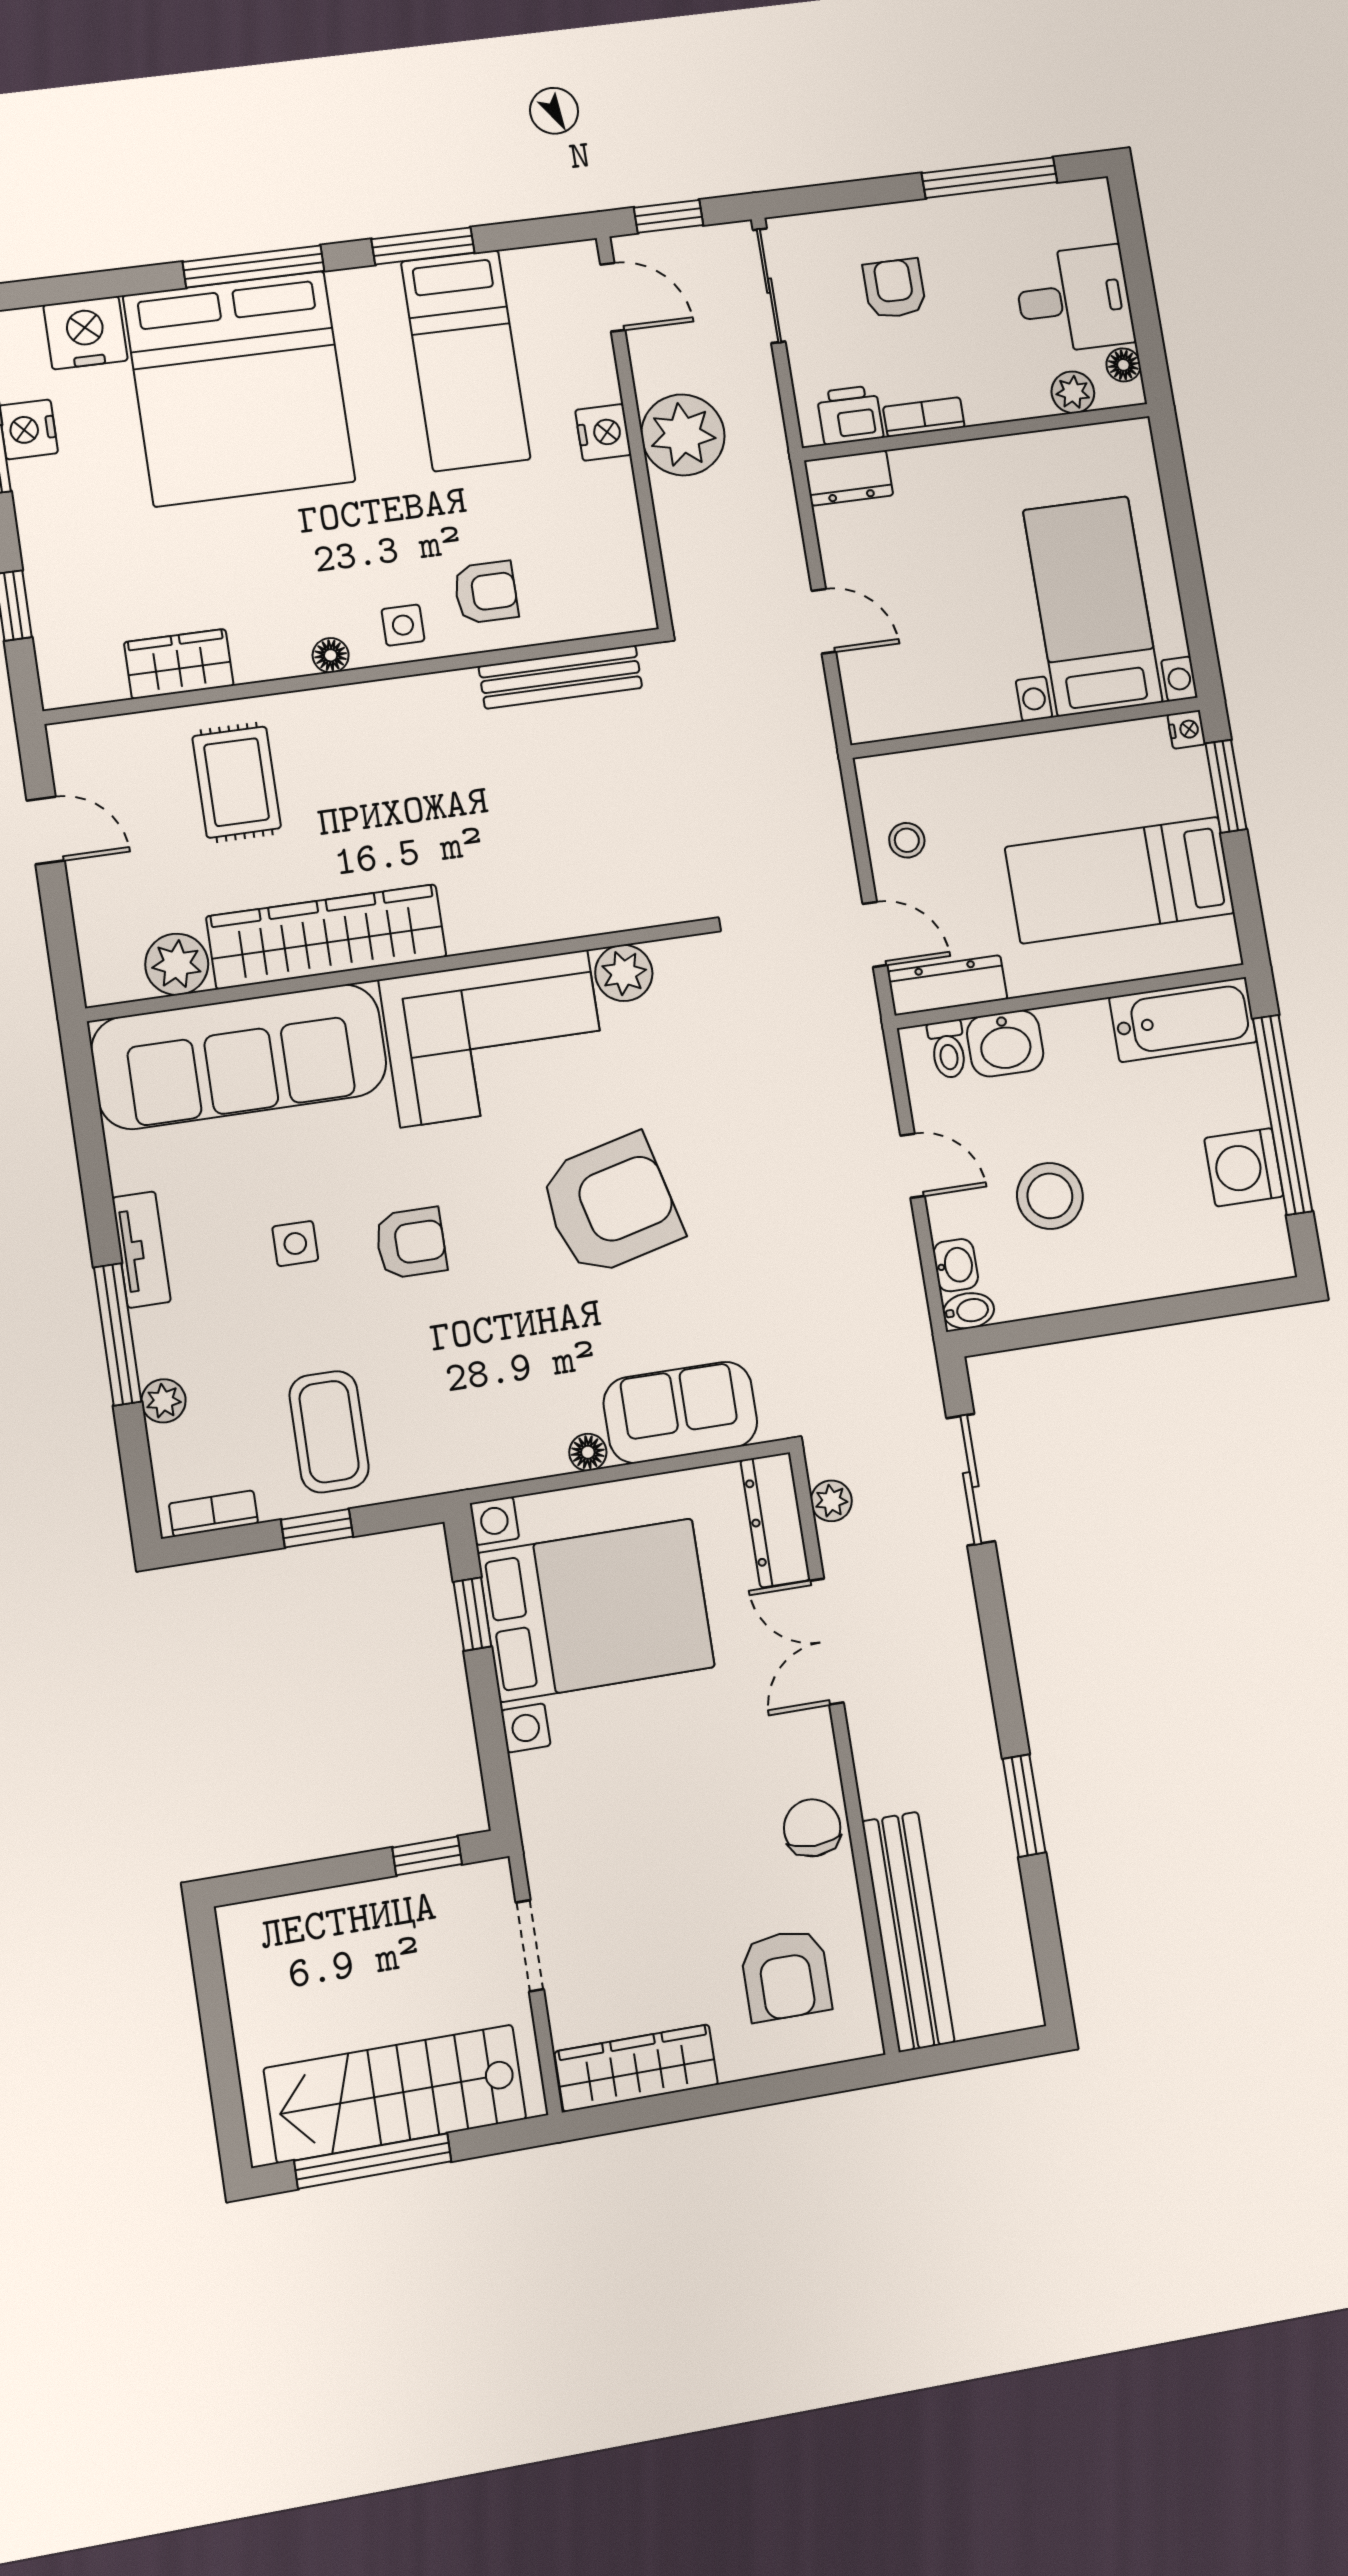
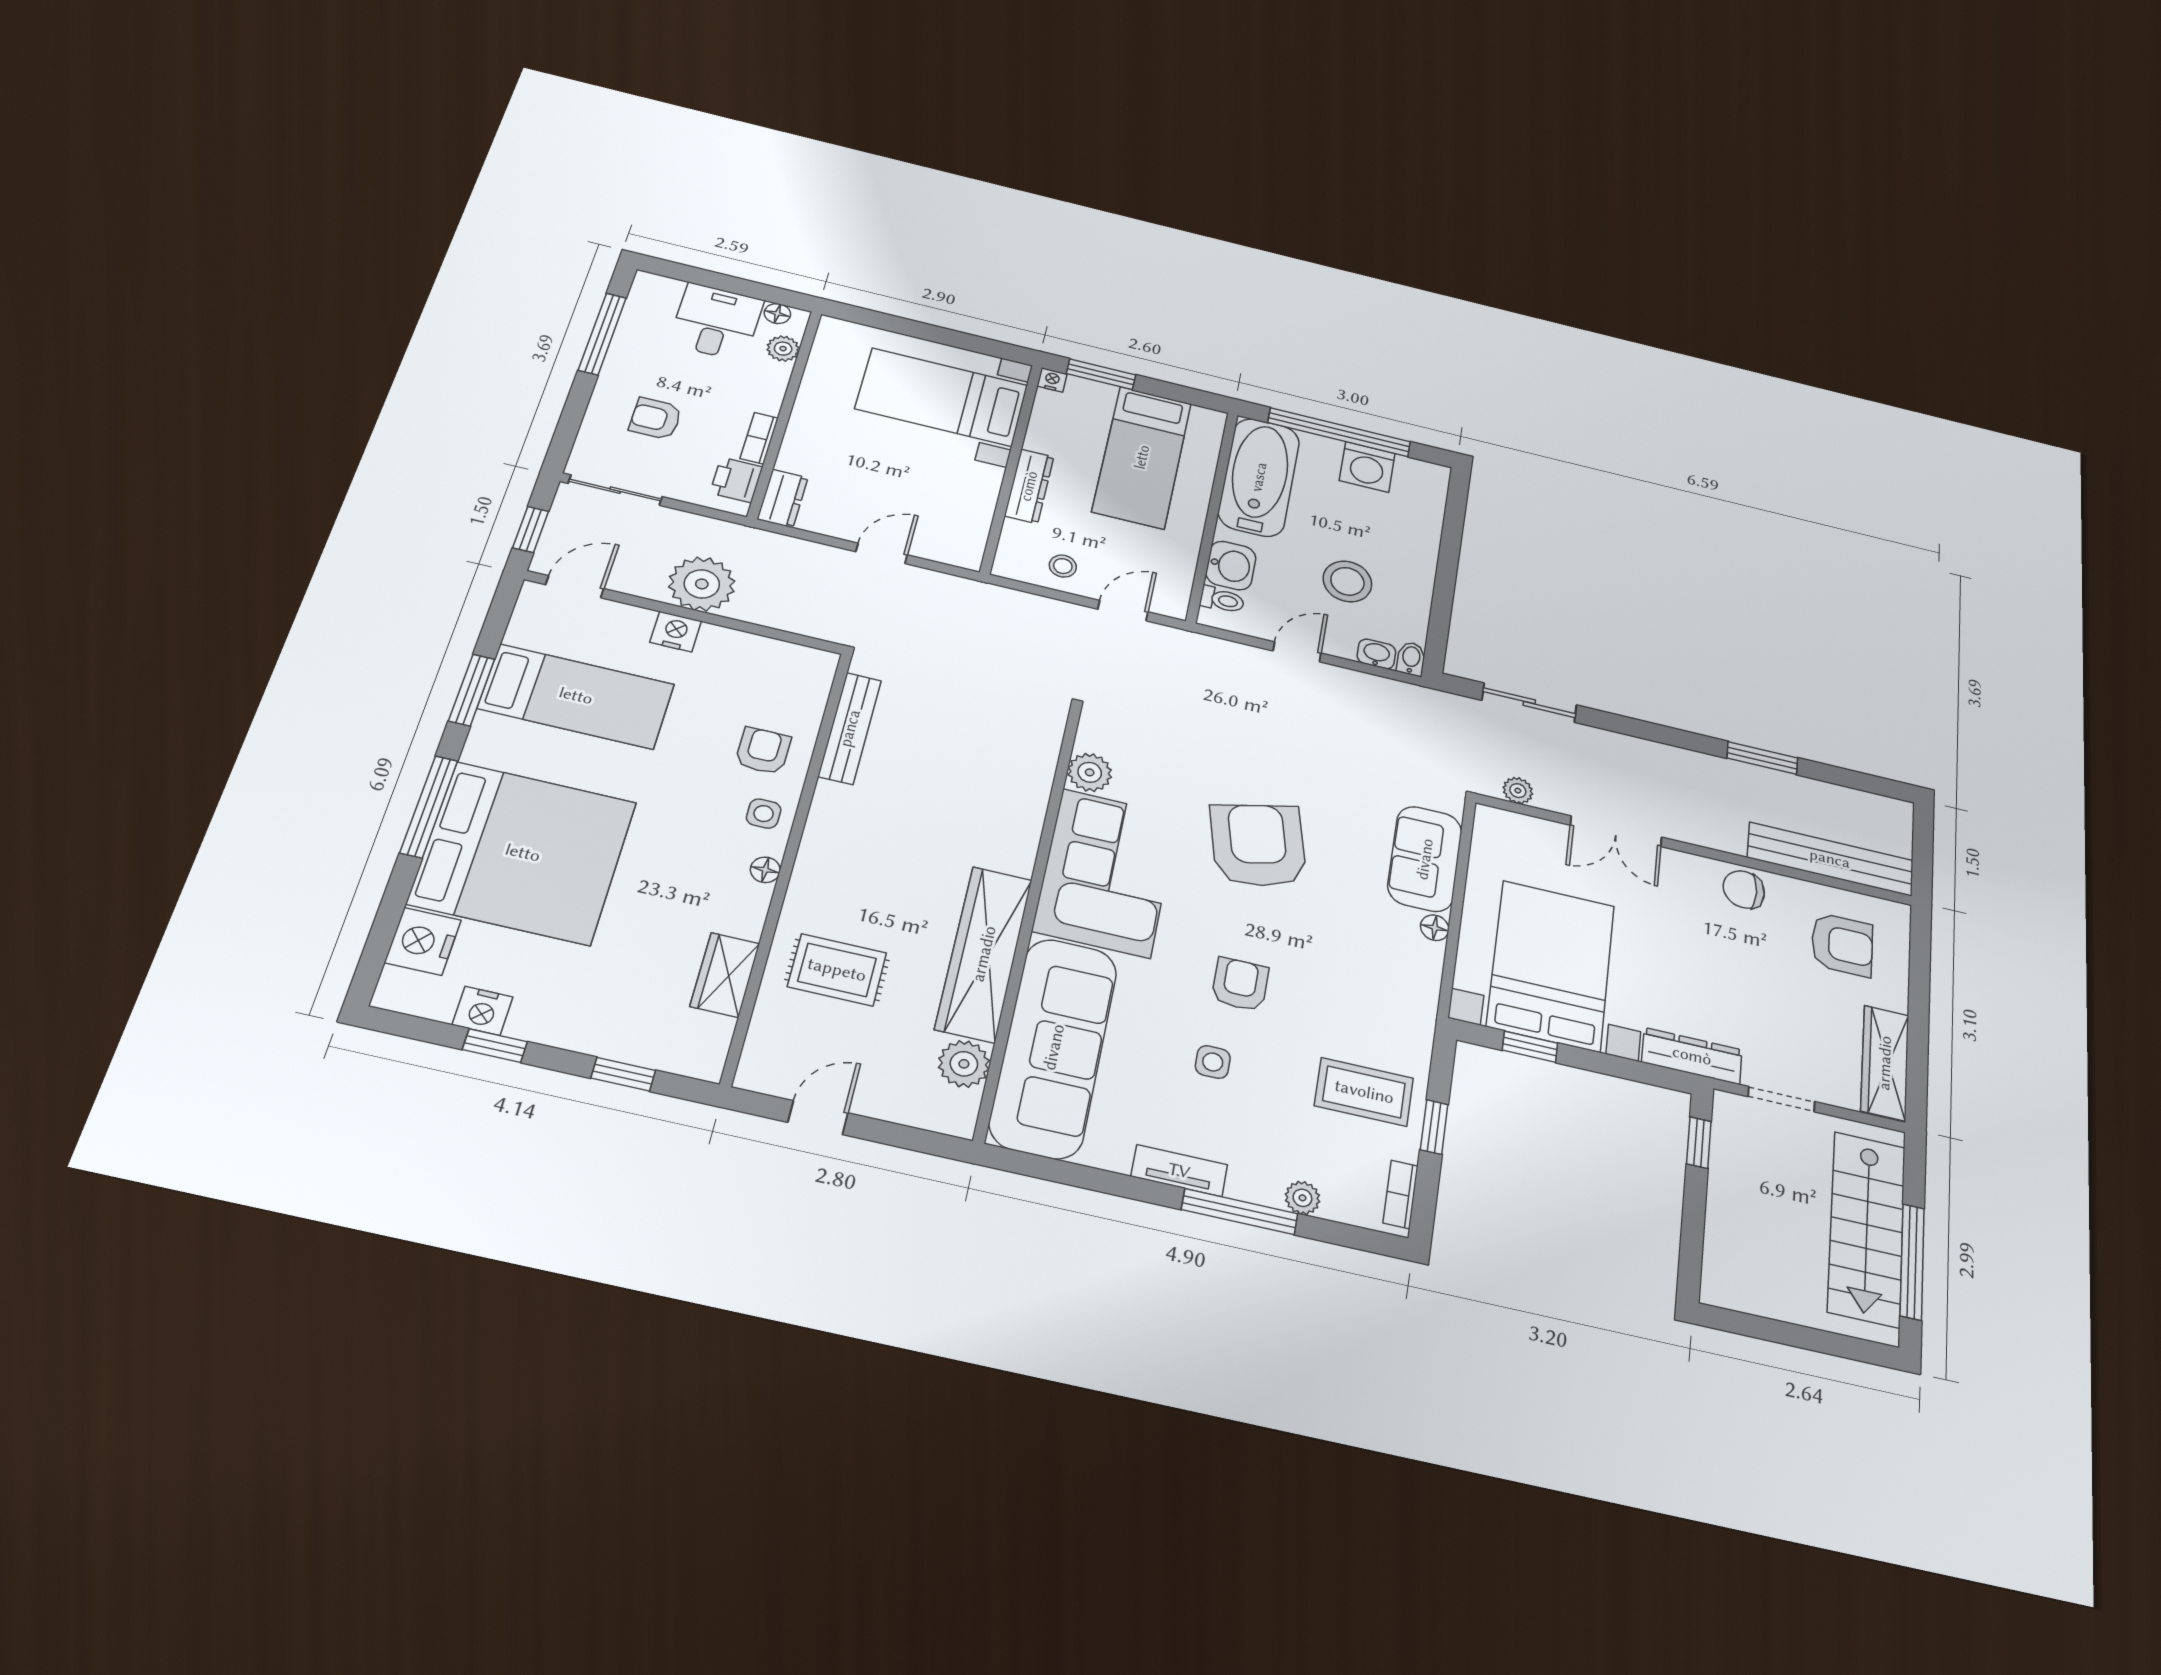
dresser: (947, 985) -> (1029, 486), moved, turned 180
bathtub: (1183, 1020) -> (1259, 477), width x1.36, depth x1.36
dresser: (775, 1520) -> (1692, 1056), moved, turned 180

